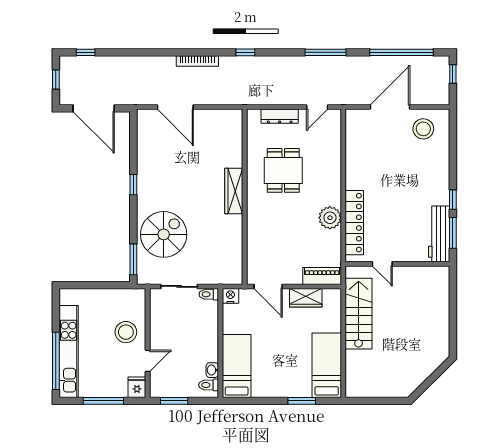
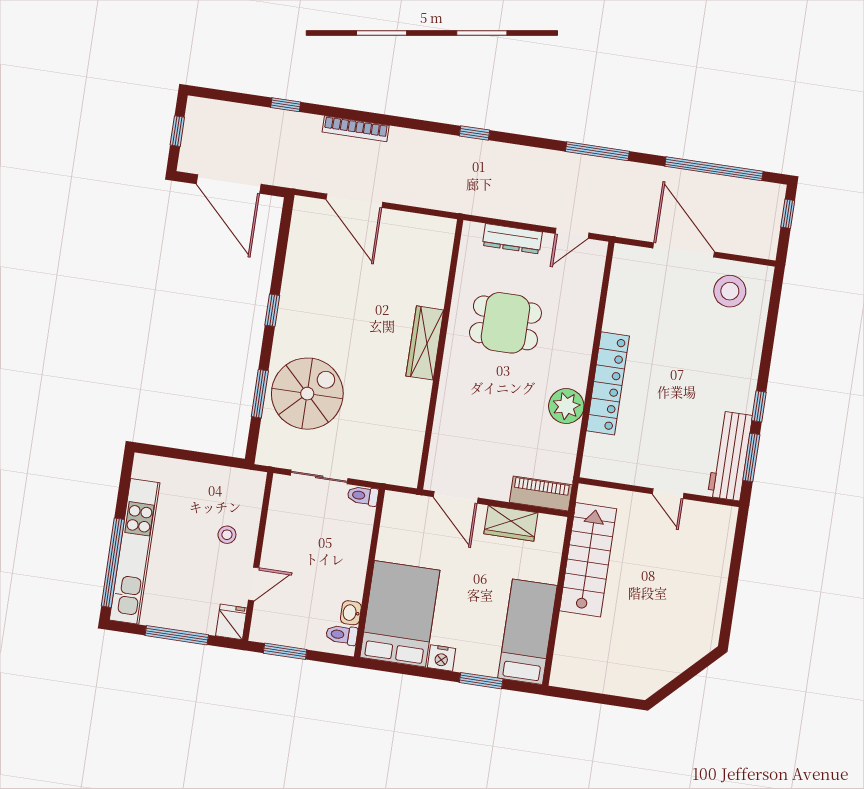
window: (86, 52) -> (286, 105), moved
bookcase: (197, 61) -> (356, 129), moved
door: (390, 107) -> (684, 250), hinge flipped
dining table: (283, 170) -> (505, 323), turned 90
locker: (354, 223) -> (608, 383), moved
window: (133, 259) -> (260, 394), moved
door: (382, 264) -> (668, 494), moved
nightstand: (230, 296) -> (442, 658), moved, turned 180
stool: (126, 332) -> (227, 535), width x0.53, depth x0.53
bed: (237, 366) -> (400, 614), width x1.50

